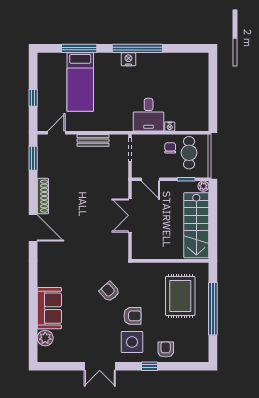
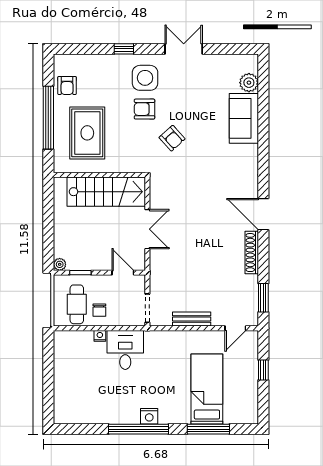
stairs: (196, 225) -> (106, 192), moved, turned 90
armchair: (166, 350) -> (67, 85), moved

